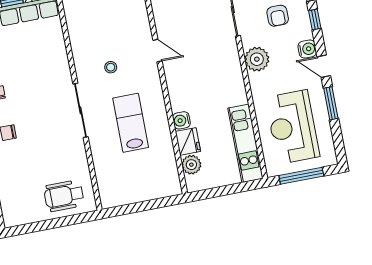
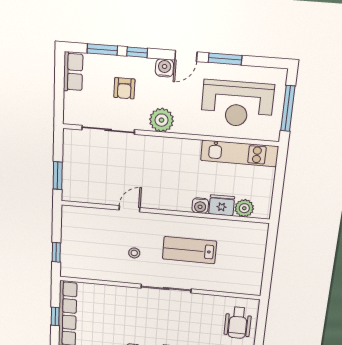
armchair: (278, 16) -> (124, 88), turned 90

